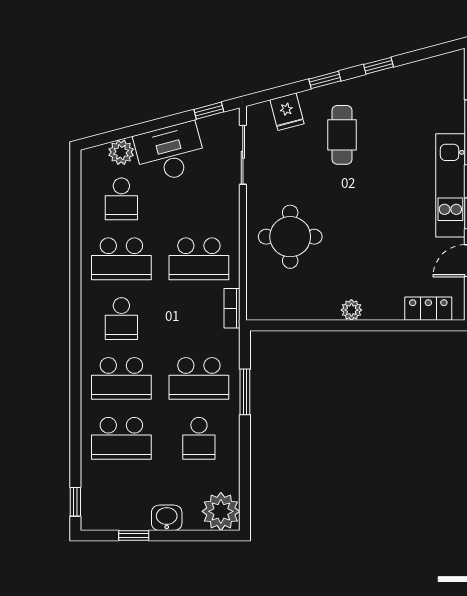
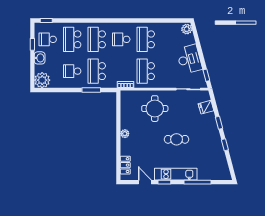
cafe table: (342, 135) -> (177, 139), moved
plant: (121, 152) -> (187, 29), moved
school desk: (121, 199) -> (48, 39), moved

